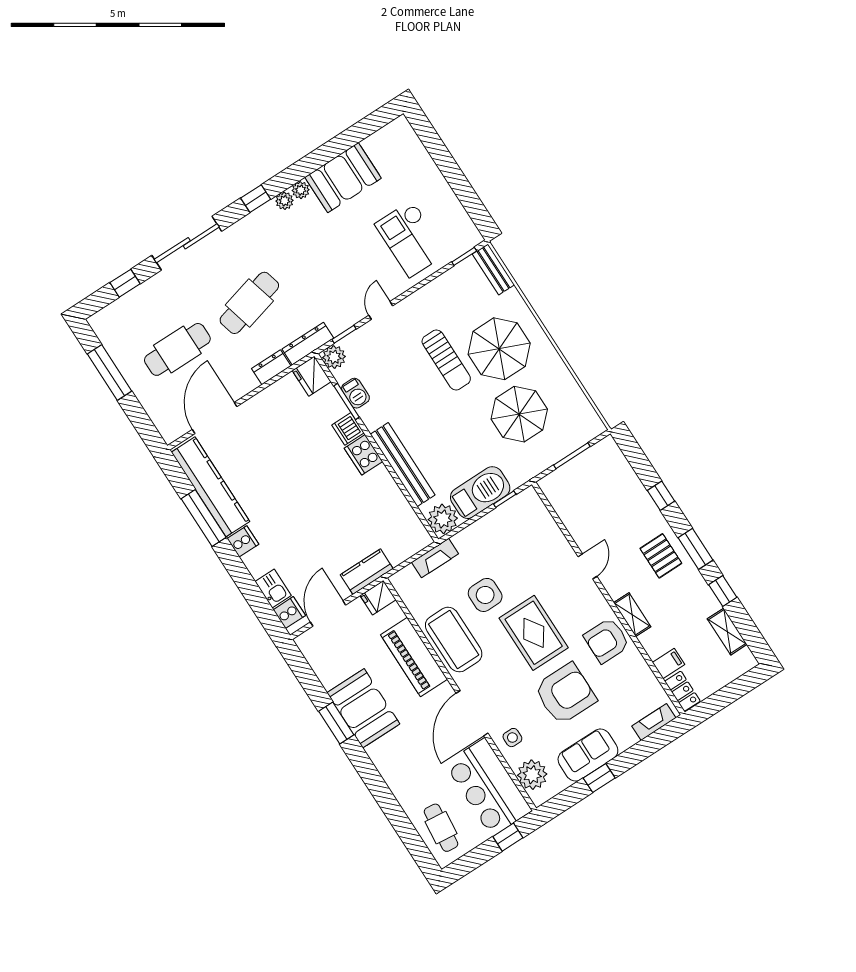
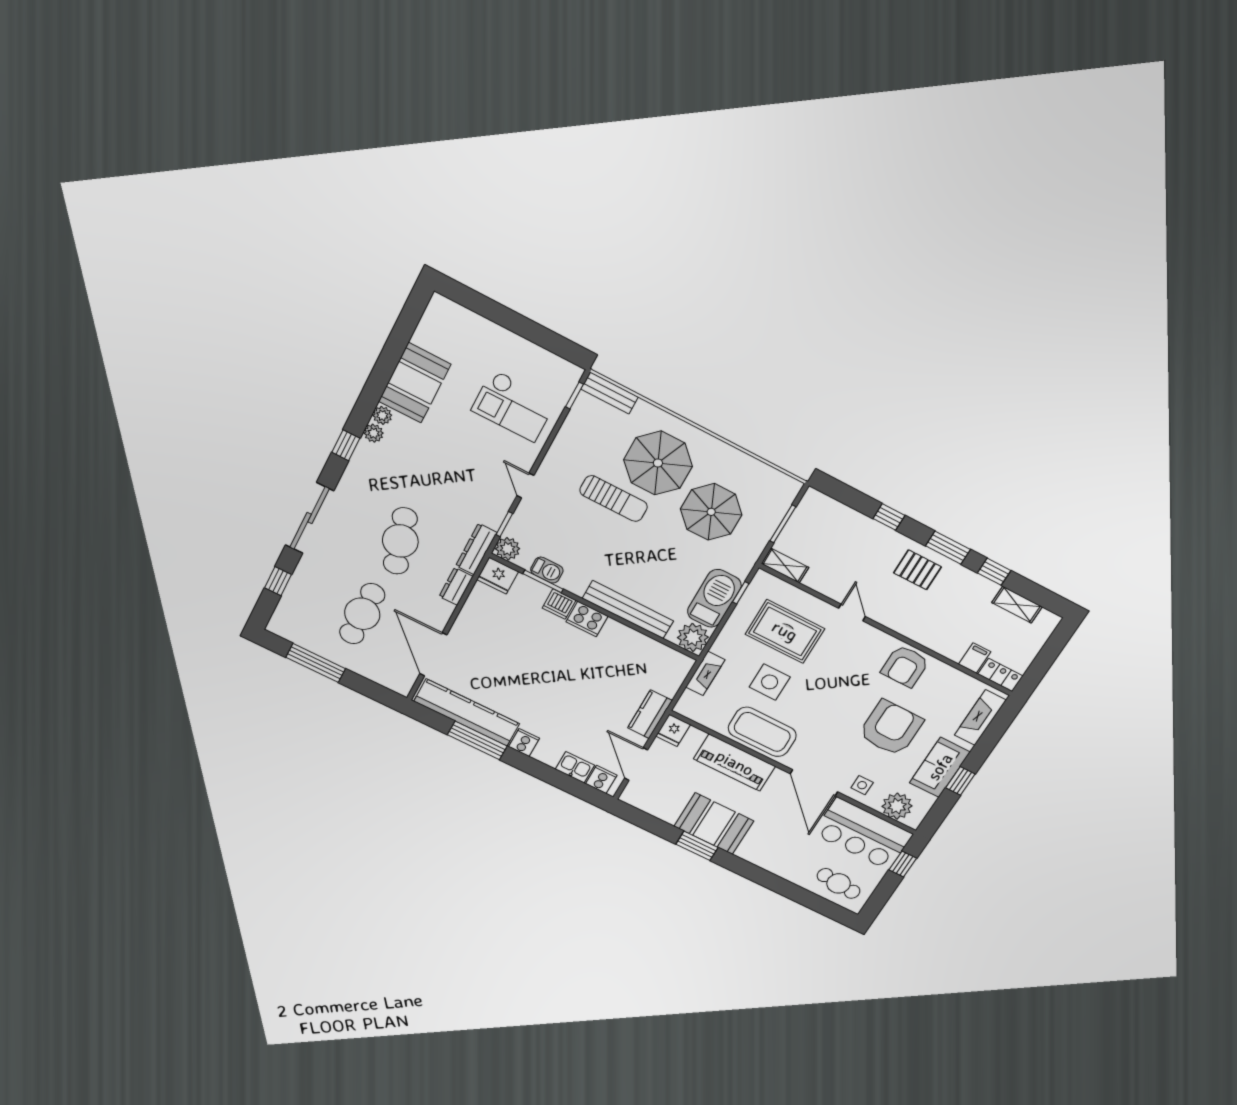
shelving: (632, 615) -> (785, 566), moved
rug: (534, 633) -> (785, 631), moved
fireplace: (654, 722) -> (980, 718), width x1.37, depth x1.32

